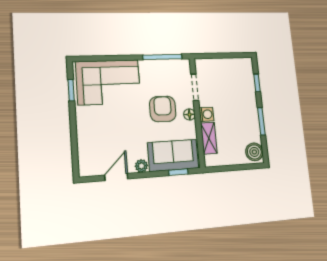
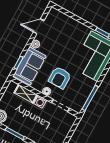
armchair: (163, 109) -> (60, 78), turned 90
door: (116, 177) -> (39, 26), swing flipped

